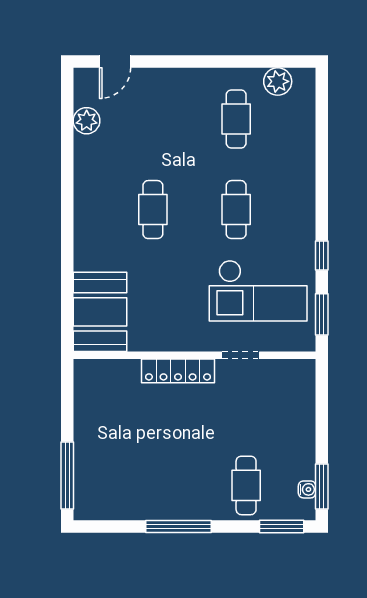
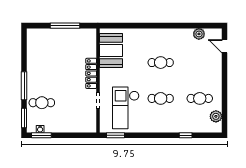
window: (322, 255) -> (186, 135), moved
booth: (100, 312) -> (111, 51), moved, turned 90
window: (67, 476) -> (65, 26), moved
window: (179, 527) -> (24, 86), moved

